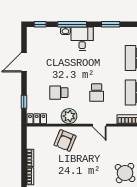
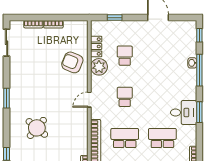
desk: (82, 39) -> (184, 112), moved
school desk: (97, 93) -> (125, 97), turned 90
locker: (37, 119) -> (96, 47), moved

